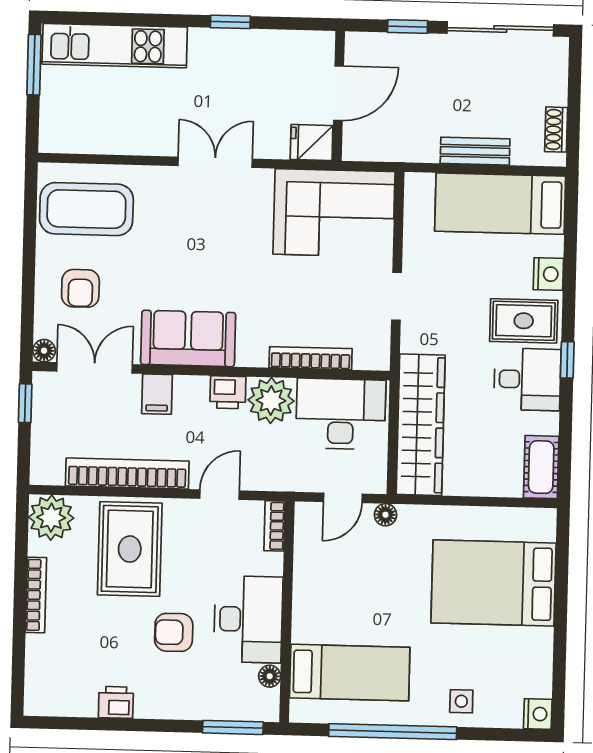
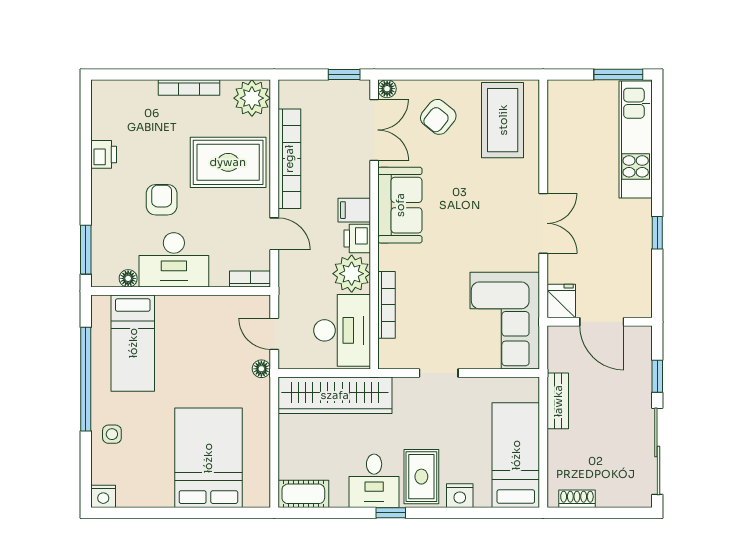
bench: (475, 151) -> (558, 401), moved
armchair: (80, 288) -> (438, 117), turned -51
filing cabinet: (157, 394) -> (354, 210), moved

